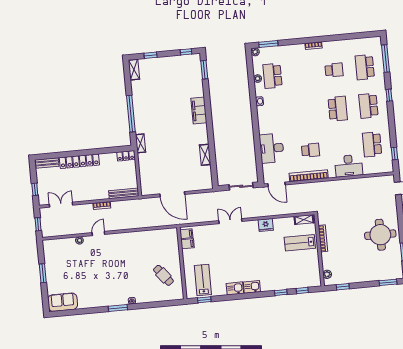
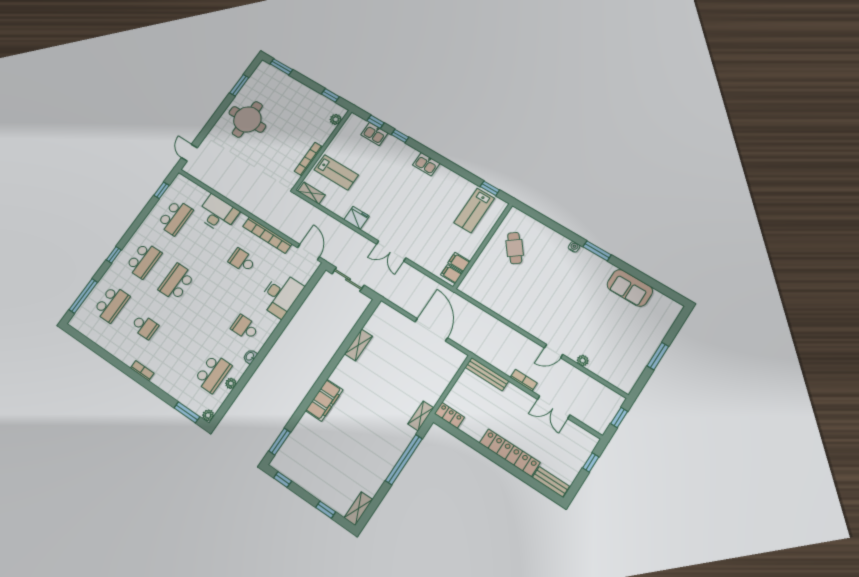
school desk: (334, 70) -> (145, 327), turned 180
school desk: (276, 114) -> (245, 328), added
double door: (61, 205) -> (554, 407), moved
kitchen sink: (235, 288) -> (374, 134), moved
sofa: (63, 302) -> (630, 288), moved

